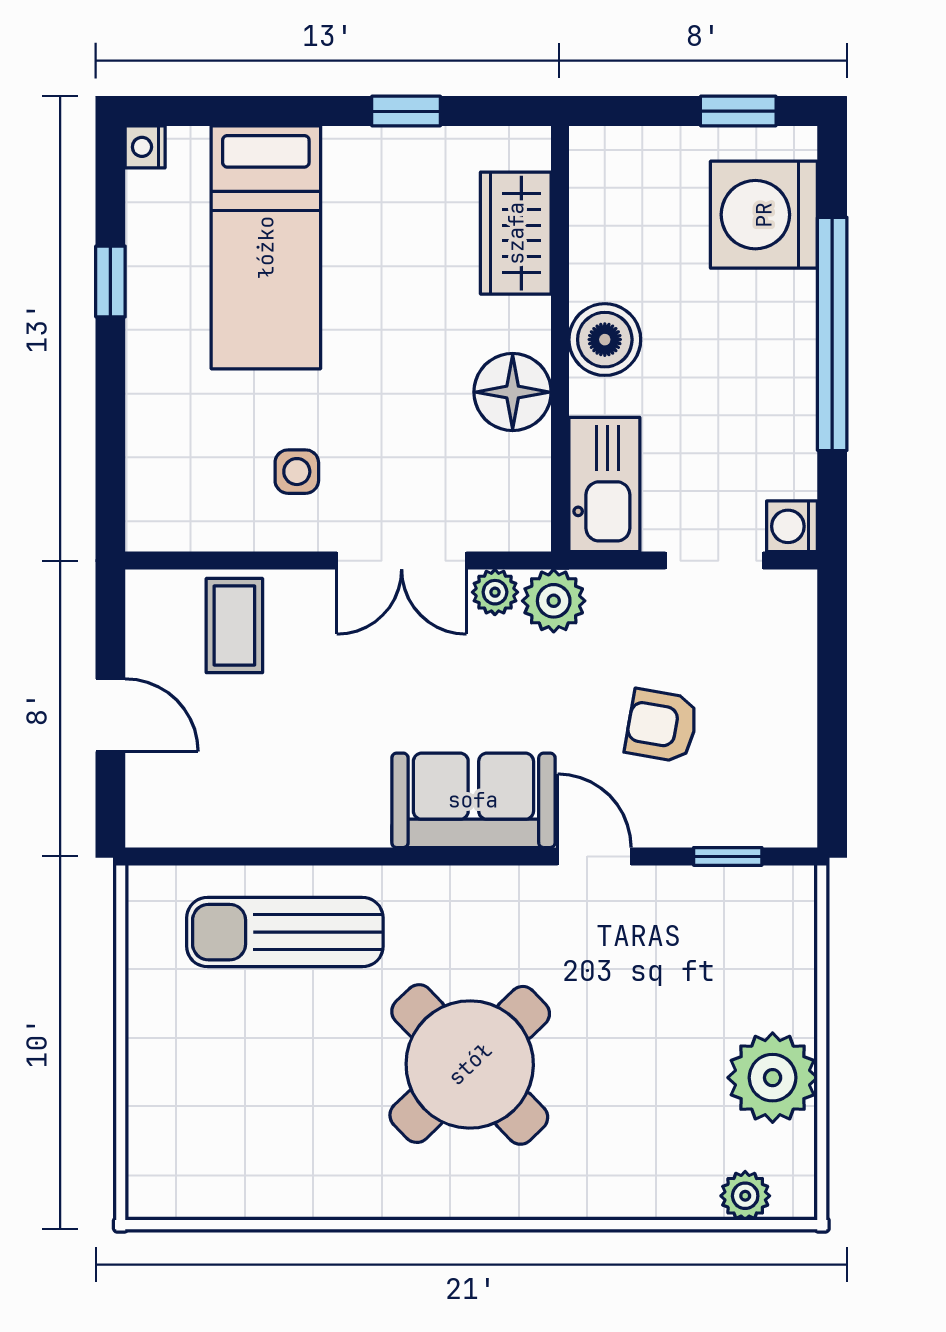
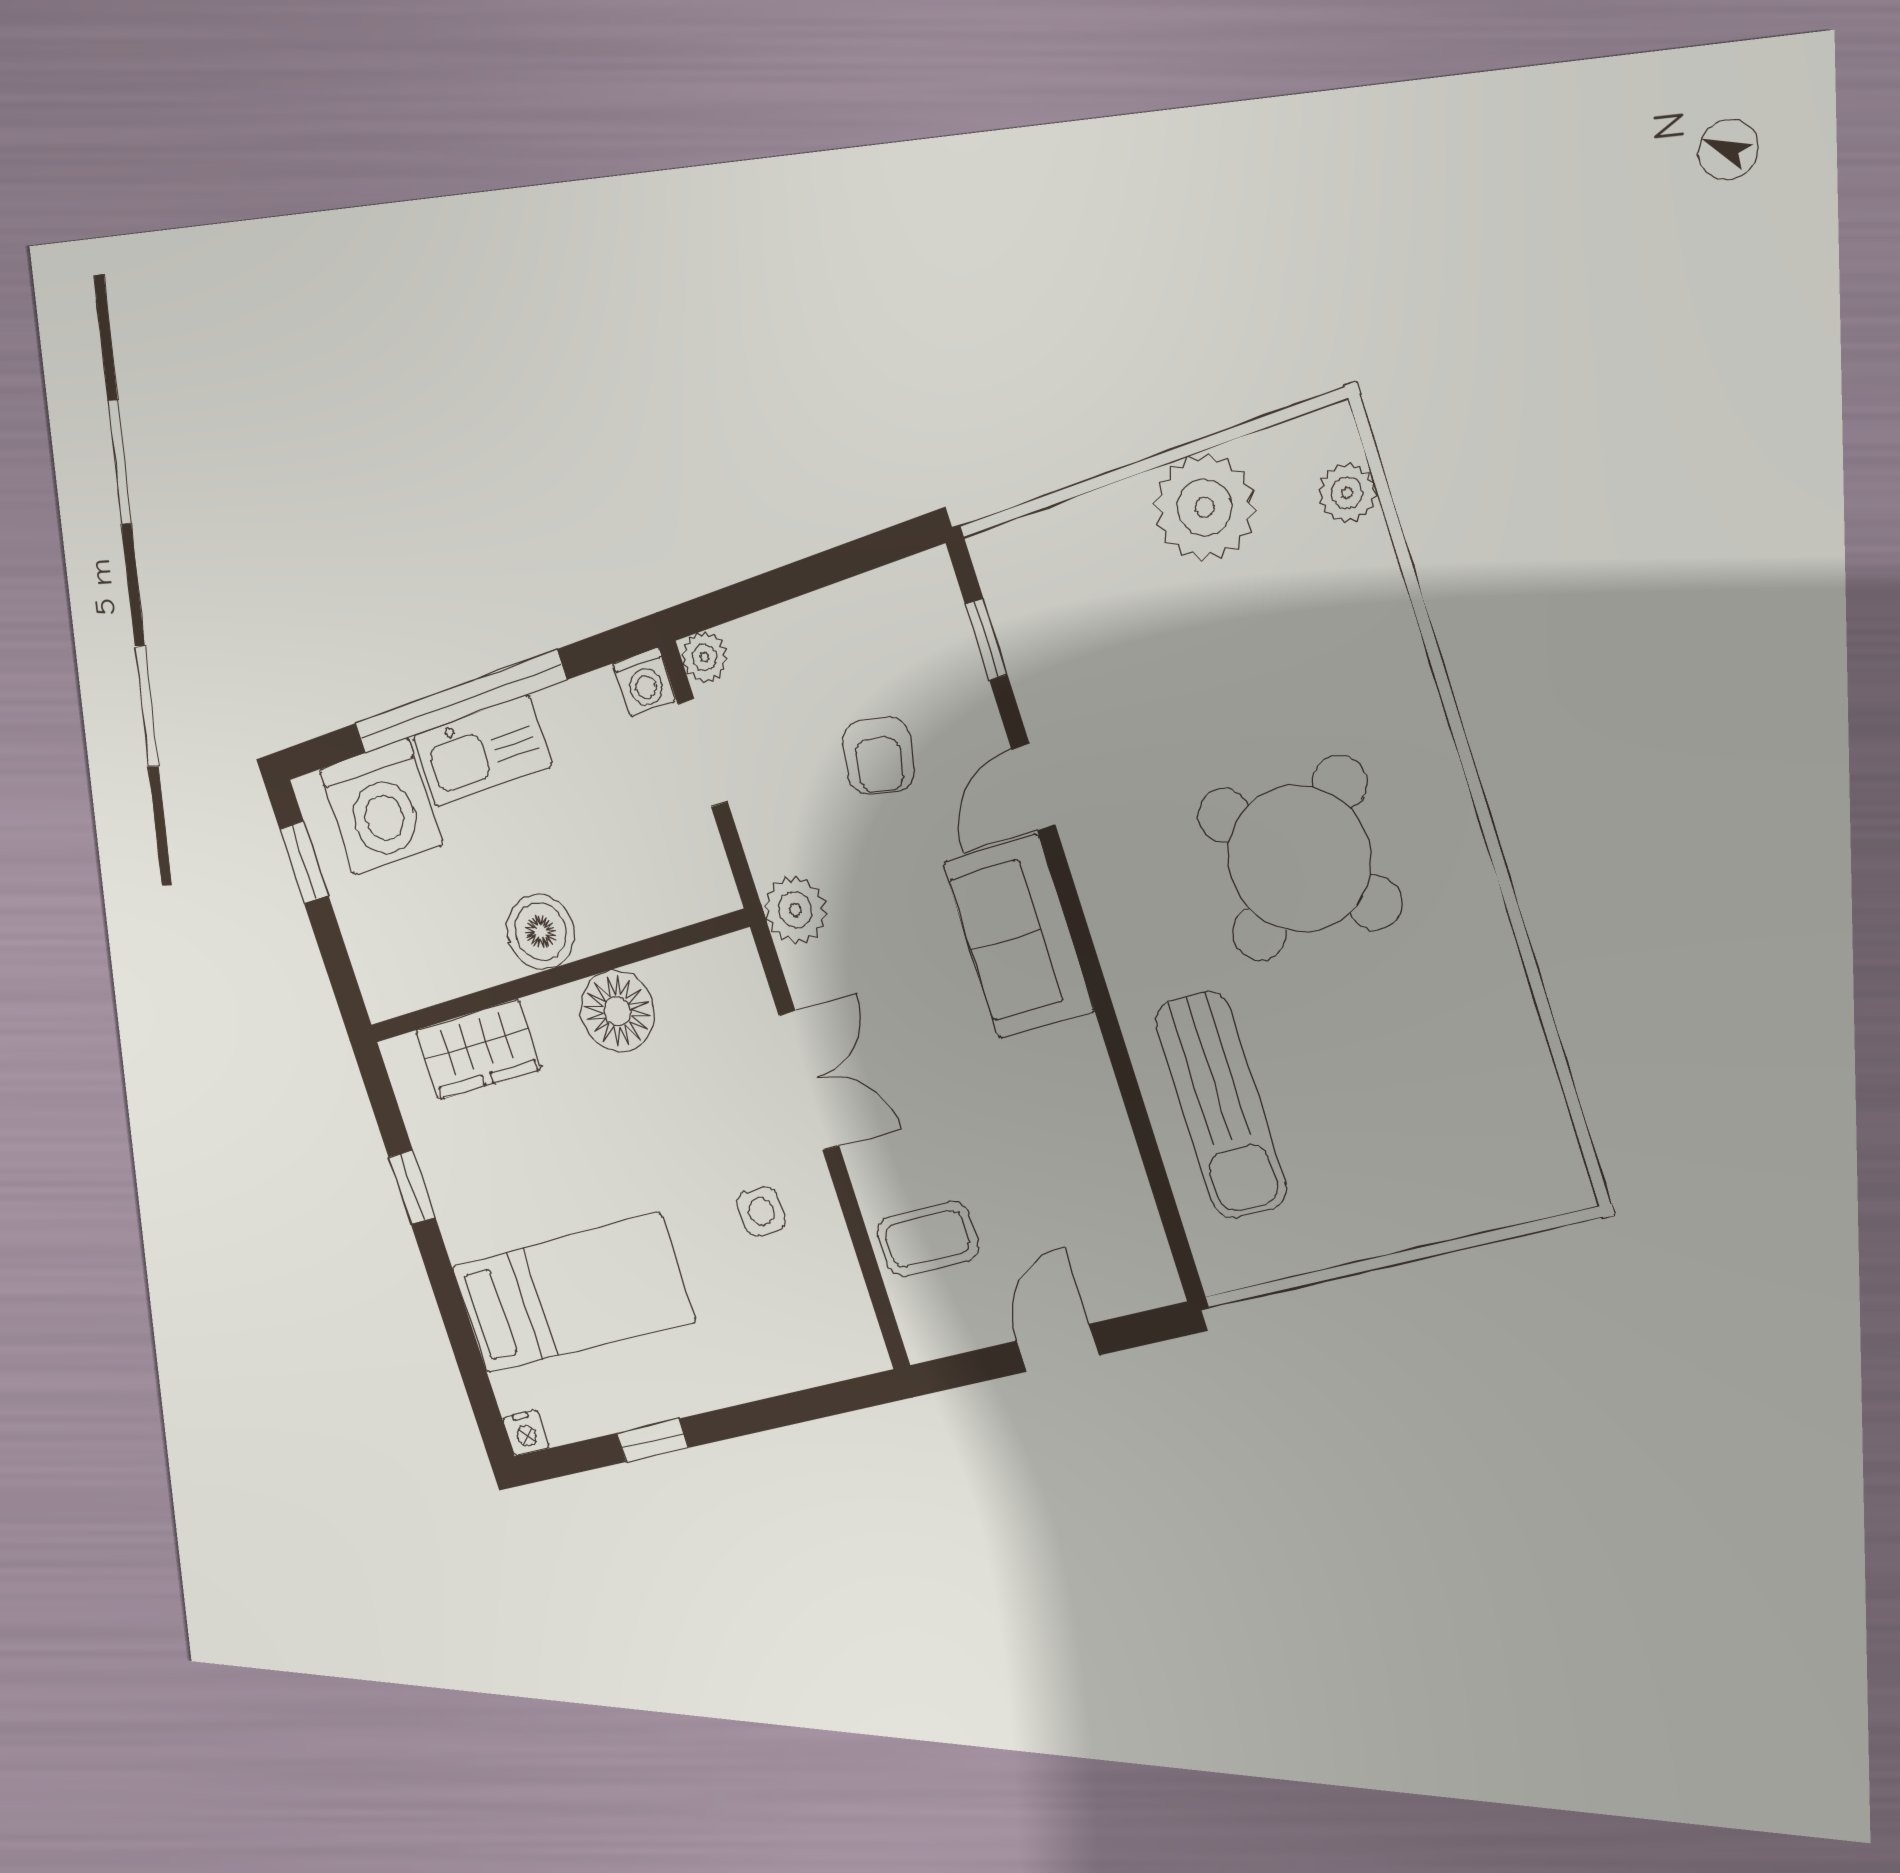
kitchen sink: (604, 485) -> (482, 751), moved, turned 180
plant: (495, 592) -> (704, 657), moved

